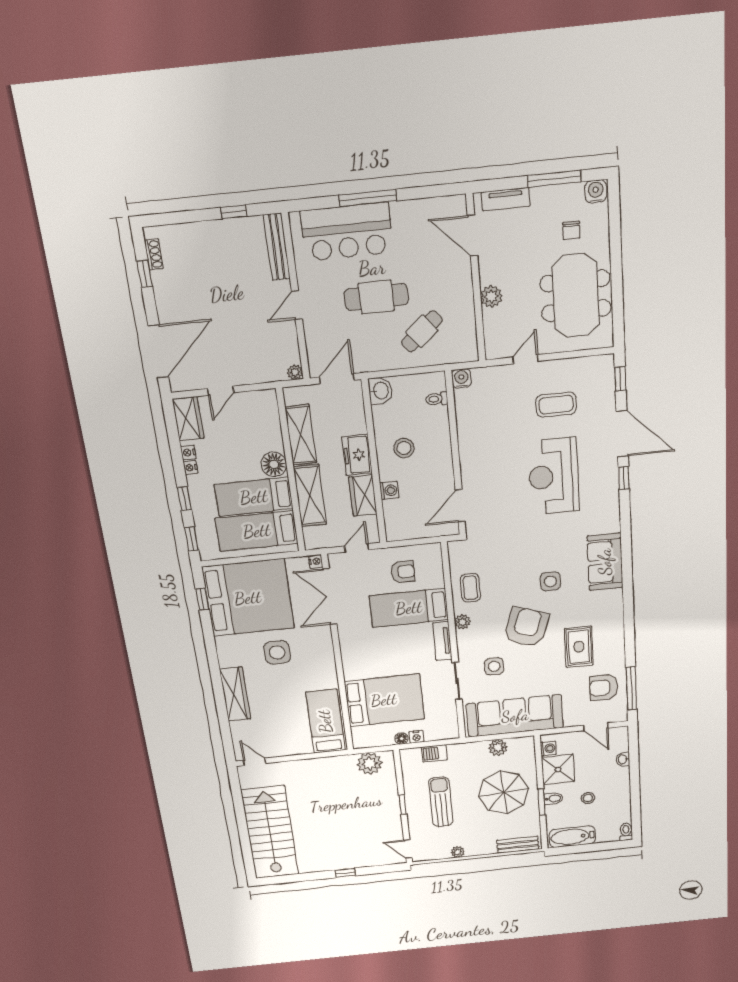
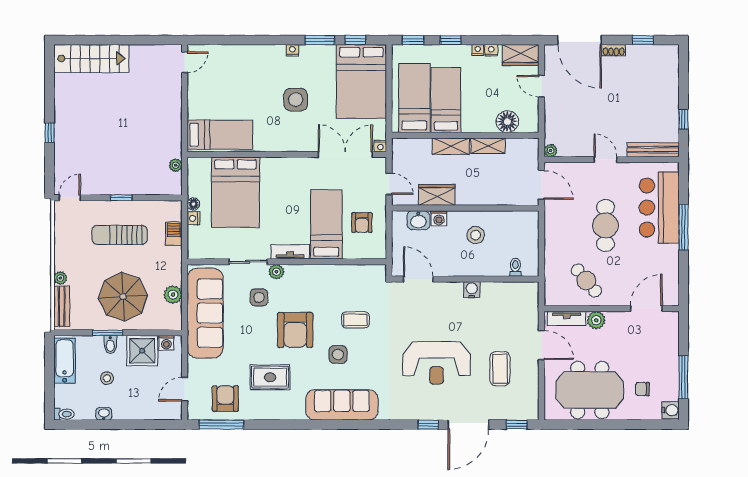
tv unit: (506, 199) -> (567, 318), moved, turned -90
shoe rack: (154, 254) -> (614, 50), moved
cafe table: (422, 331) -> (586, 280), moved
door: (525, 359) -> (541, 345), width x1.38
water cooler: (461, 378) -> (472, 290), moved, turned -90
washbasin: (380, 391) -> (418, 220), moved
shelving: (301, 435) -> (488, 146), width x0.67, depth x0.75
freezer: (357, 455) -> (474, 194), removed
floor lamp: (274, 464) -> (507, 122), moved
reception desk: (554, 476) -> (436, 363), turned 180
shelving: (310, 496) -> (451, 146), width x0.67, depth x0.75
sofa: (605, 562) -> (342, 405), width x1.36
coffee table: (470, 588) -> (355, 320), moved
bed: (248, 598) -> (361, 81), width x0.73
plant: (462, 622) -> (276, 272), moved
armchair: (526, 627) -> (295, 330), turned 71
window: (209, 635) -> (320, 40), added
nightstand: (224, 661) -> (292, 50), added
wardrobe: (235, 694) -> (258, 55), removed
washbasin: (623, 759) -> (104, 414), moved
plant: (369, 764) -> (176, 165), width x0.53, depth x0.53
sun lounger: (441, 802) -> (120, 235), turned 180
stairs: (270, 832) -> (91, 59), width x0.73, depth x0.66
plant: (458, 852) -> (60, 278), moved

